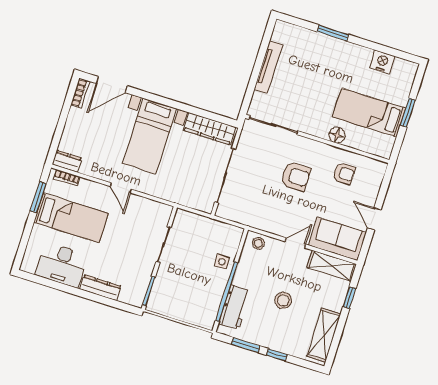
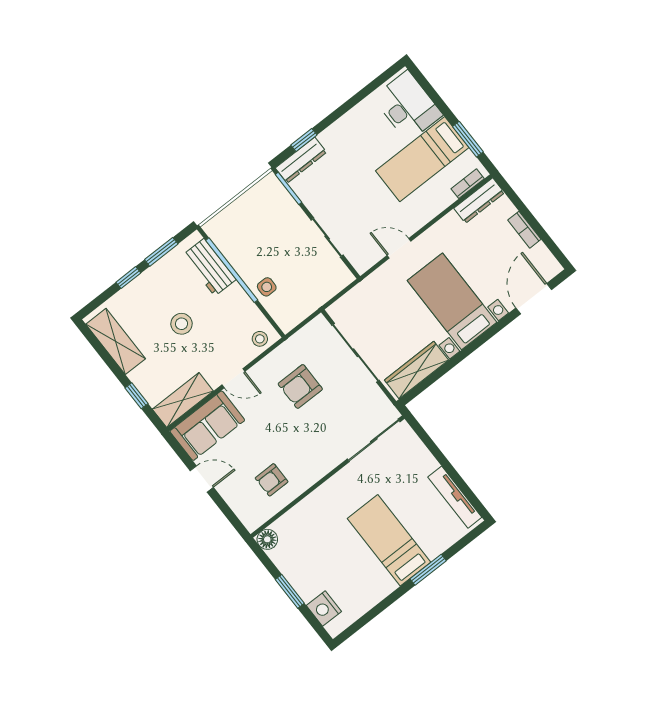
nightstand: (382, 62) -> (324, 608), moved, turned 90
tv unit: (268, 67) -> (455, 497), moved
bookcase: (80, 93) -> (524, 230), moved
bed: (369, 113) -> (389, 540), moved, turned -90
floor lamp: (337, 135) -> (267, 539), moved
dresser: (67, 161) -> (479, 201), width x1.44
armchair: (295, 176) -> (300, 386), moved
door: (121, 188) -> (399, 248), moved
door: (295, 243) -> (233, 378), hinge flipped
desk: (62, 265) -> (408, 106), moved, turned 90
dresser: (100, 288) -> (301, 160), moved
window: (111, 303) -> (304, 140), added

